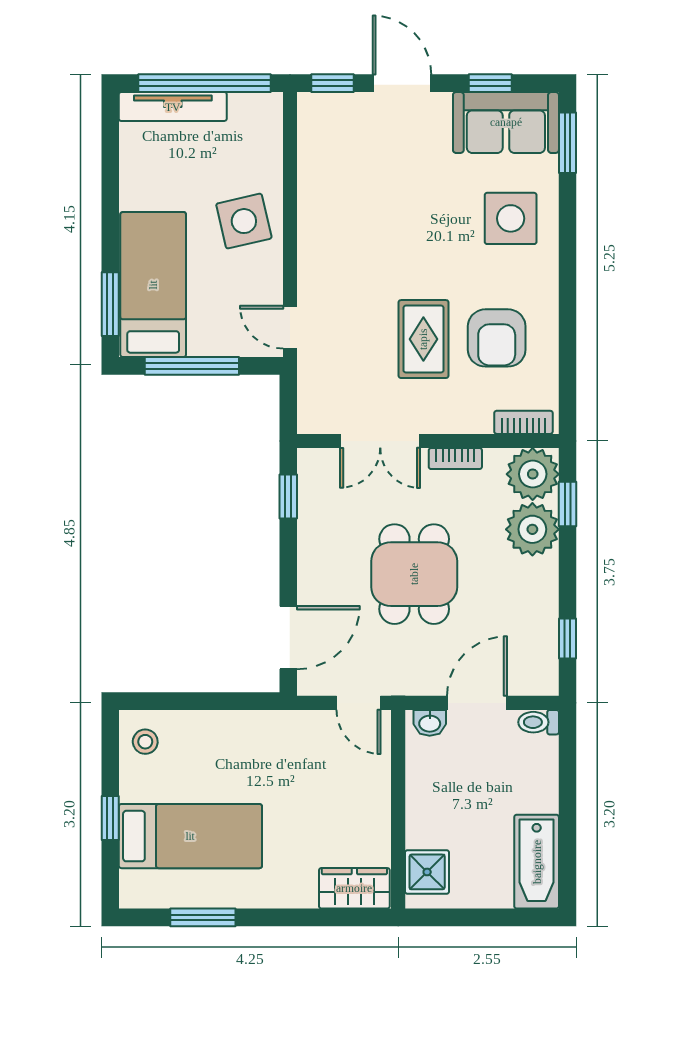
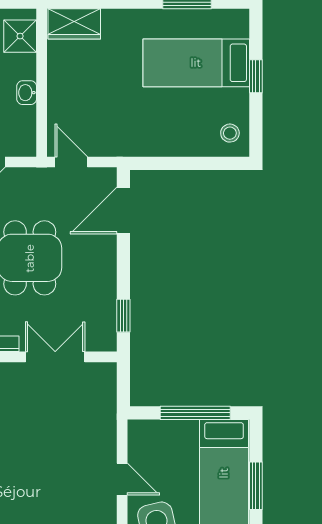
window: (110, 304) -> (256, 486), moved
door: (290, 327) -> (122, 479), moved
rug: (423, 339) -> (23, 433), removed
washbasin: (430, 723) -> (27, 93), moved, turned -90

